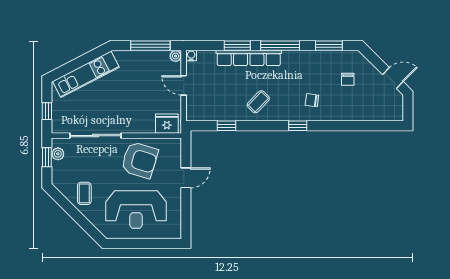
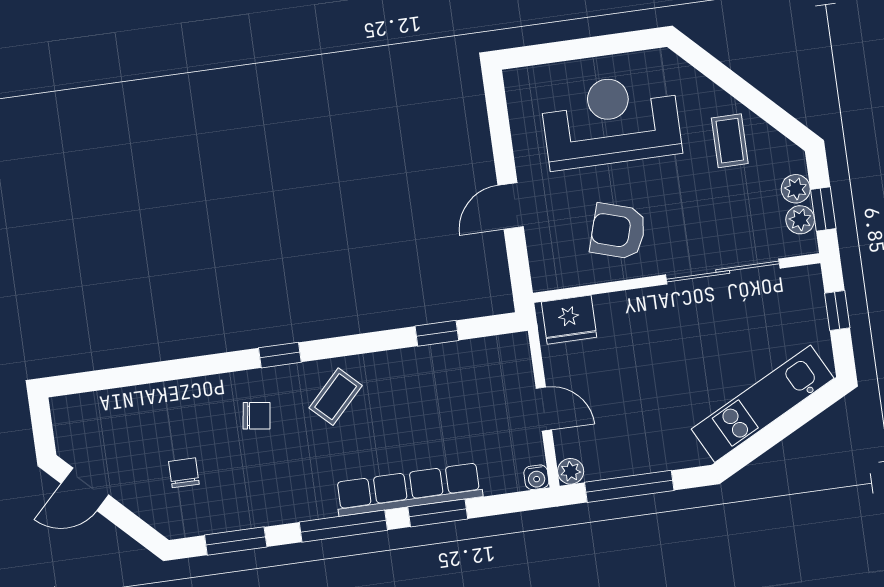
coffee table: (258, 102) -> (336, 397), moved
armchair: (140, 160) -> (618, 231), width x0.73, depth x0.73
plant: (58, 168) -> (796, 189), added

